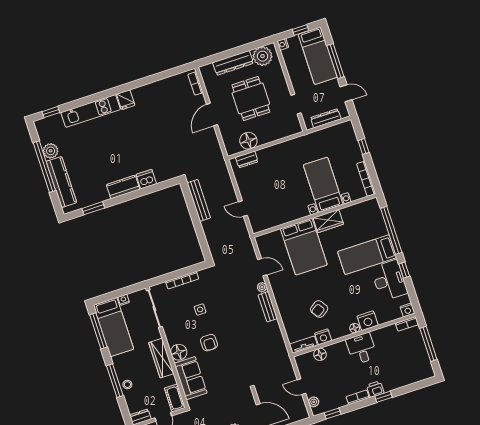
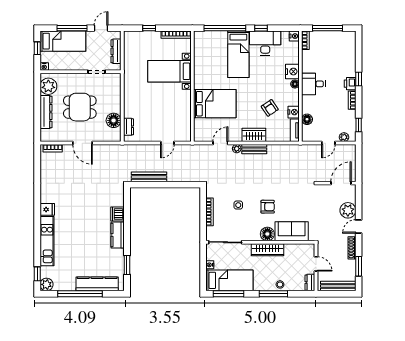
plant: (51, 151) -> (46, 284), moved
wardrobe: (328, 221) -> (254, 135), moved, turned -90
cot: (175, 398) -> (304, 249), removed

